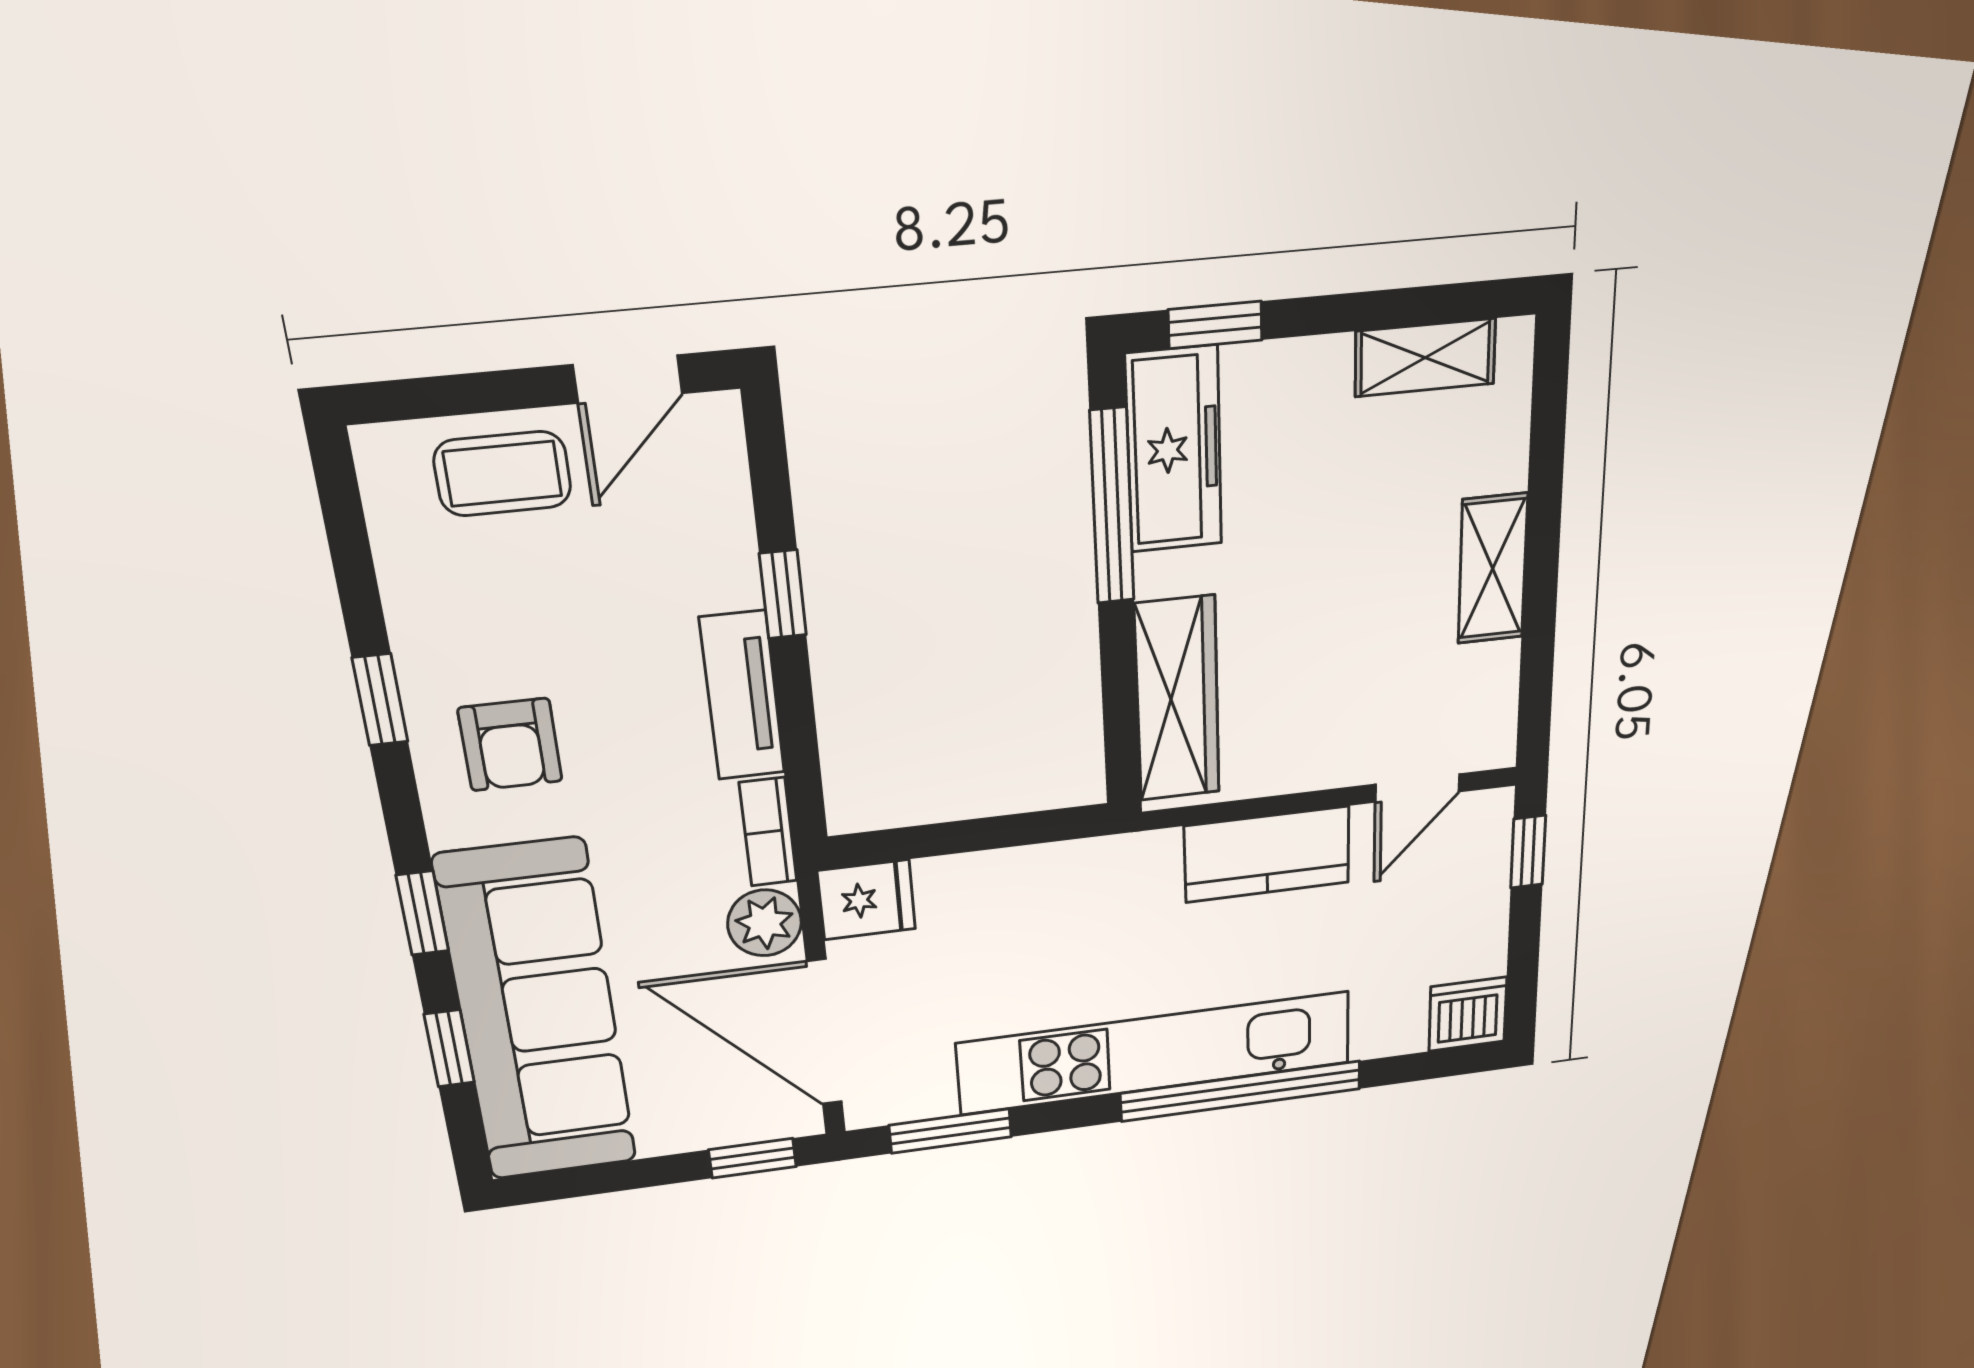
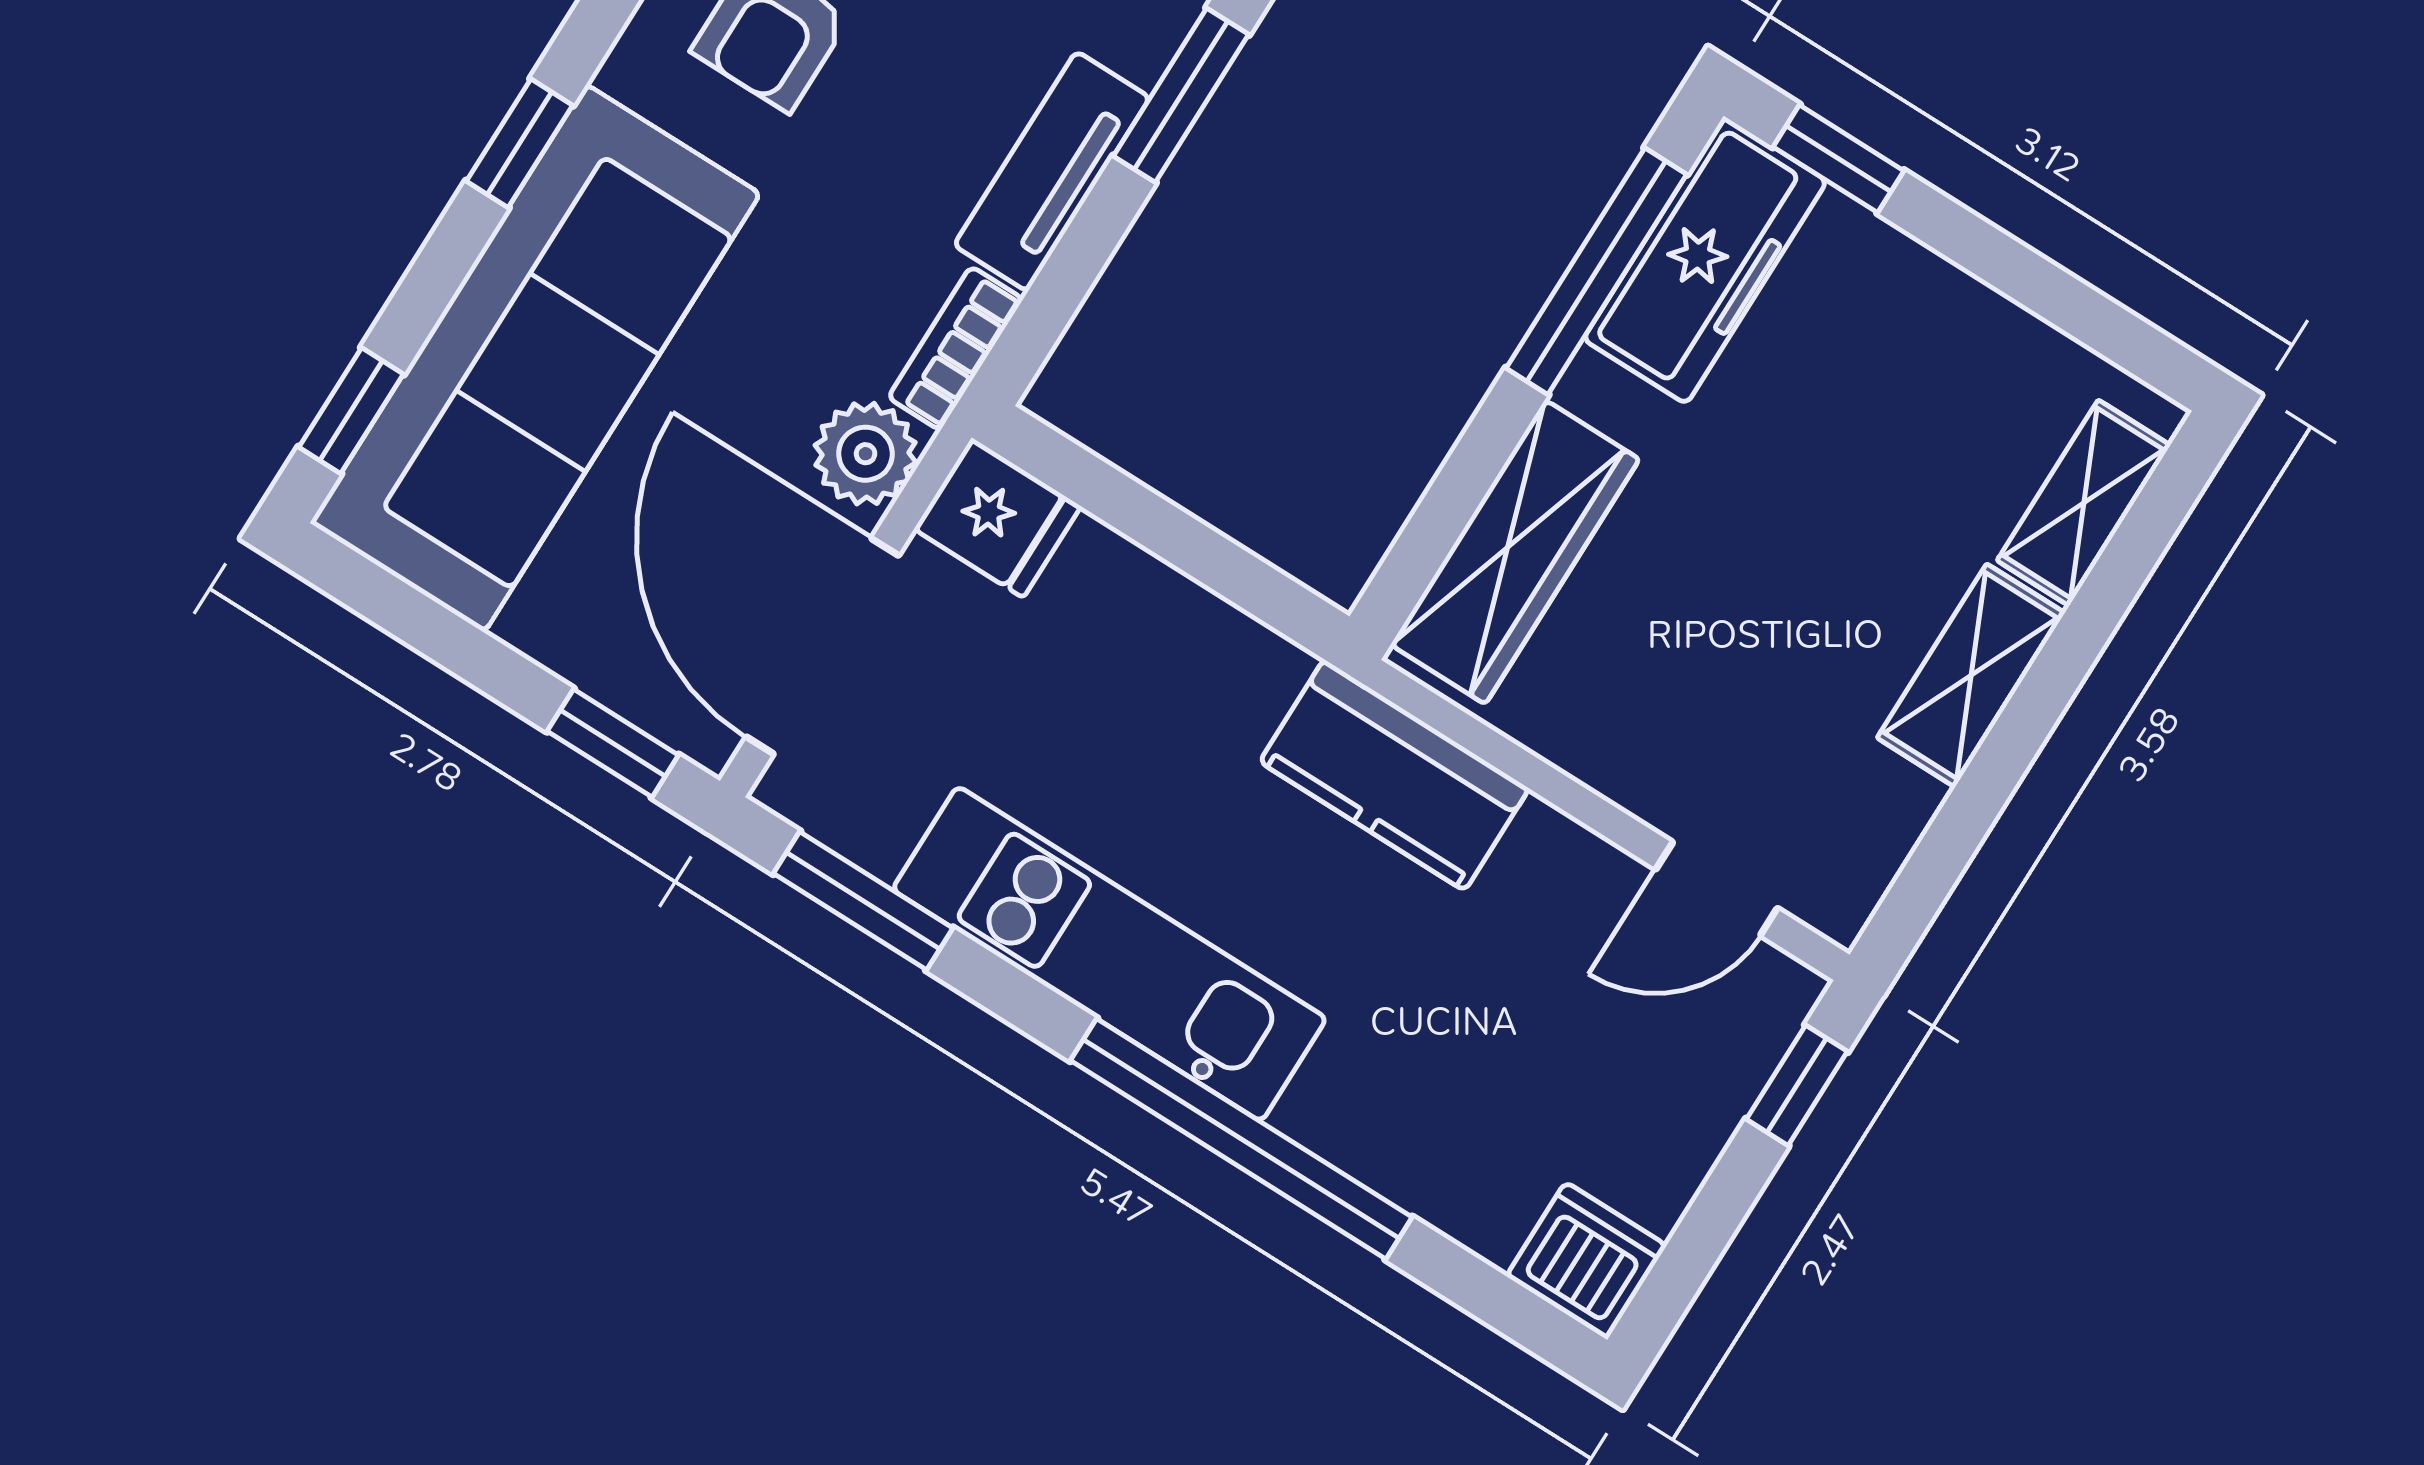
shelving: (1425, 358) -> (2084, 503), moved, turned 90
window: (783, 594) -> (1181, 95), width x1.50
kitchen counter: (1267, 854) -> (1394, 775), moved
window: (449, 1048) -> (351, 411), moved
kitchen unit: (1155, 1053) -> (1109, 954), width x0.73

